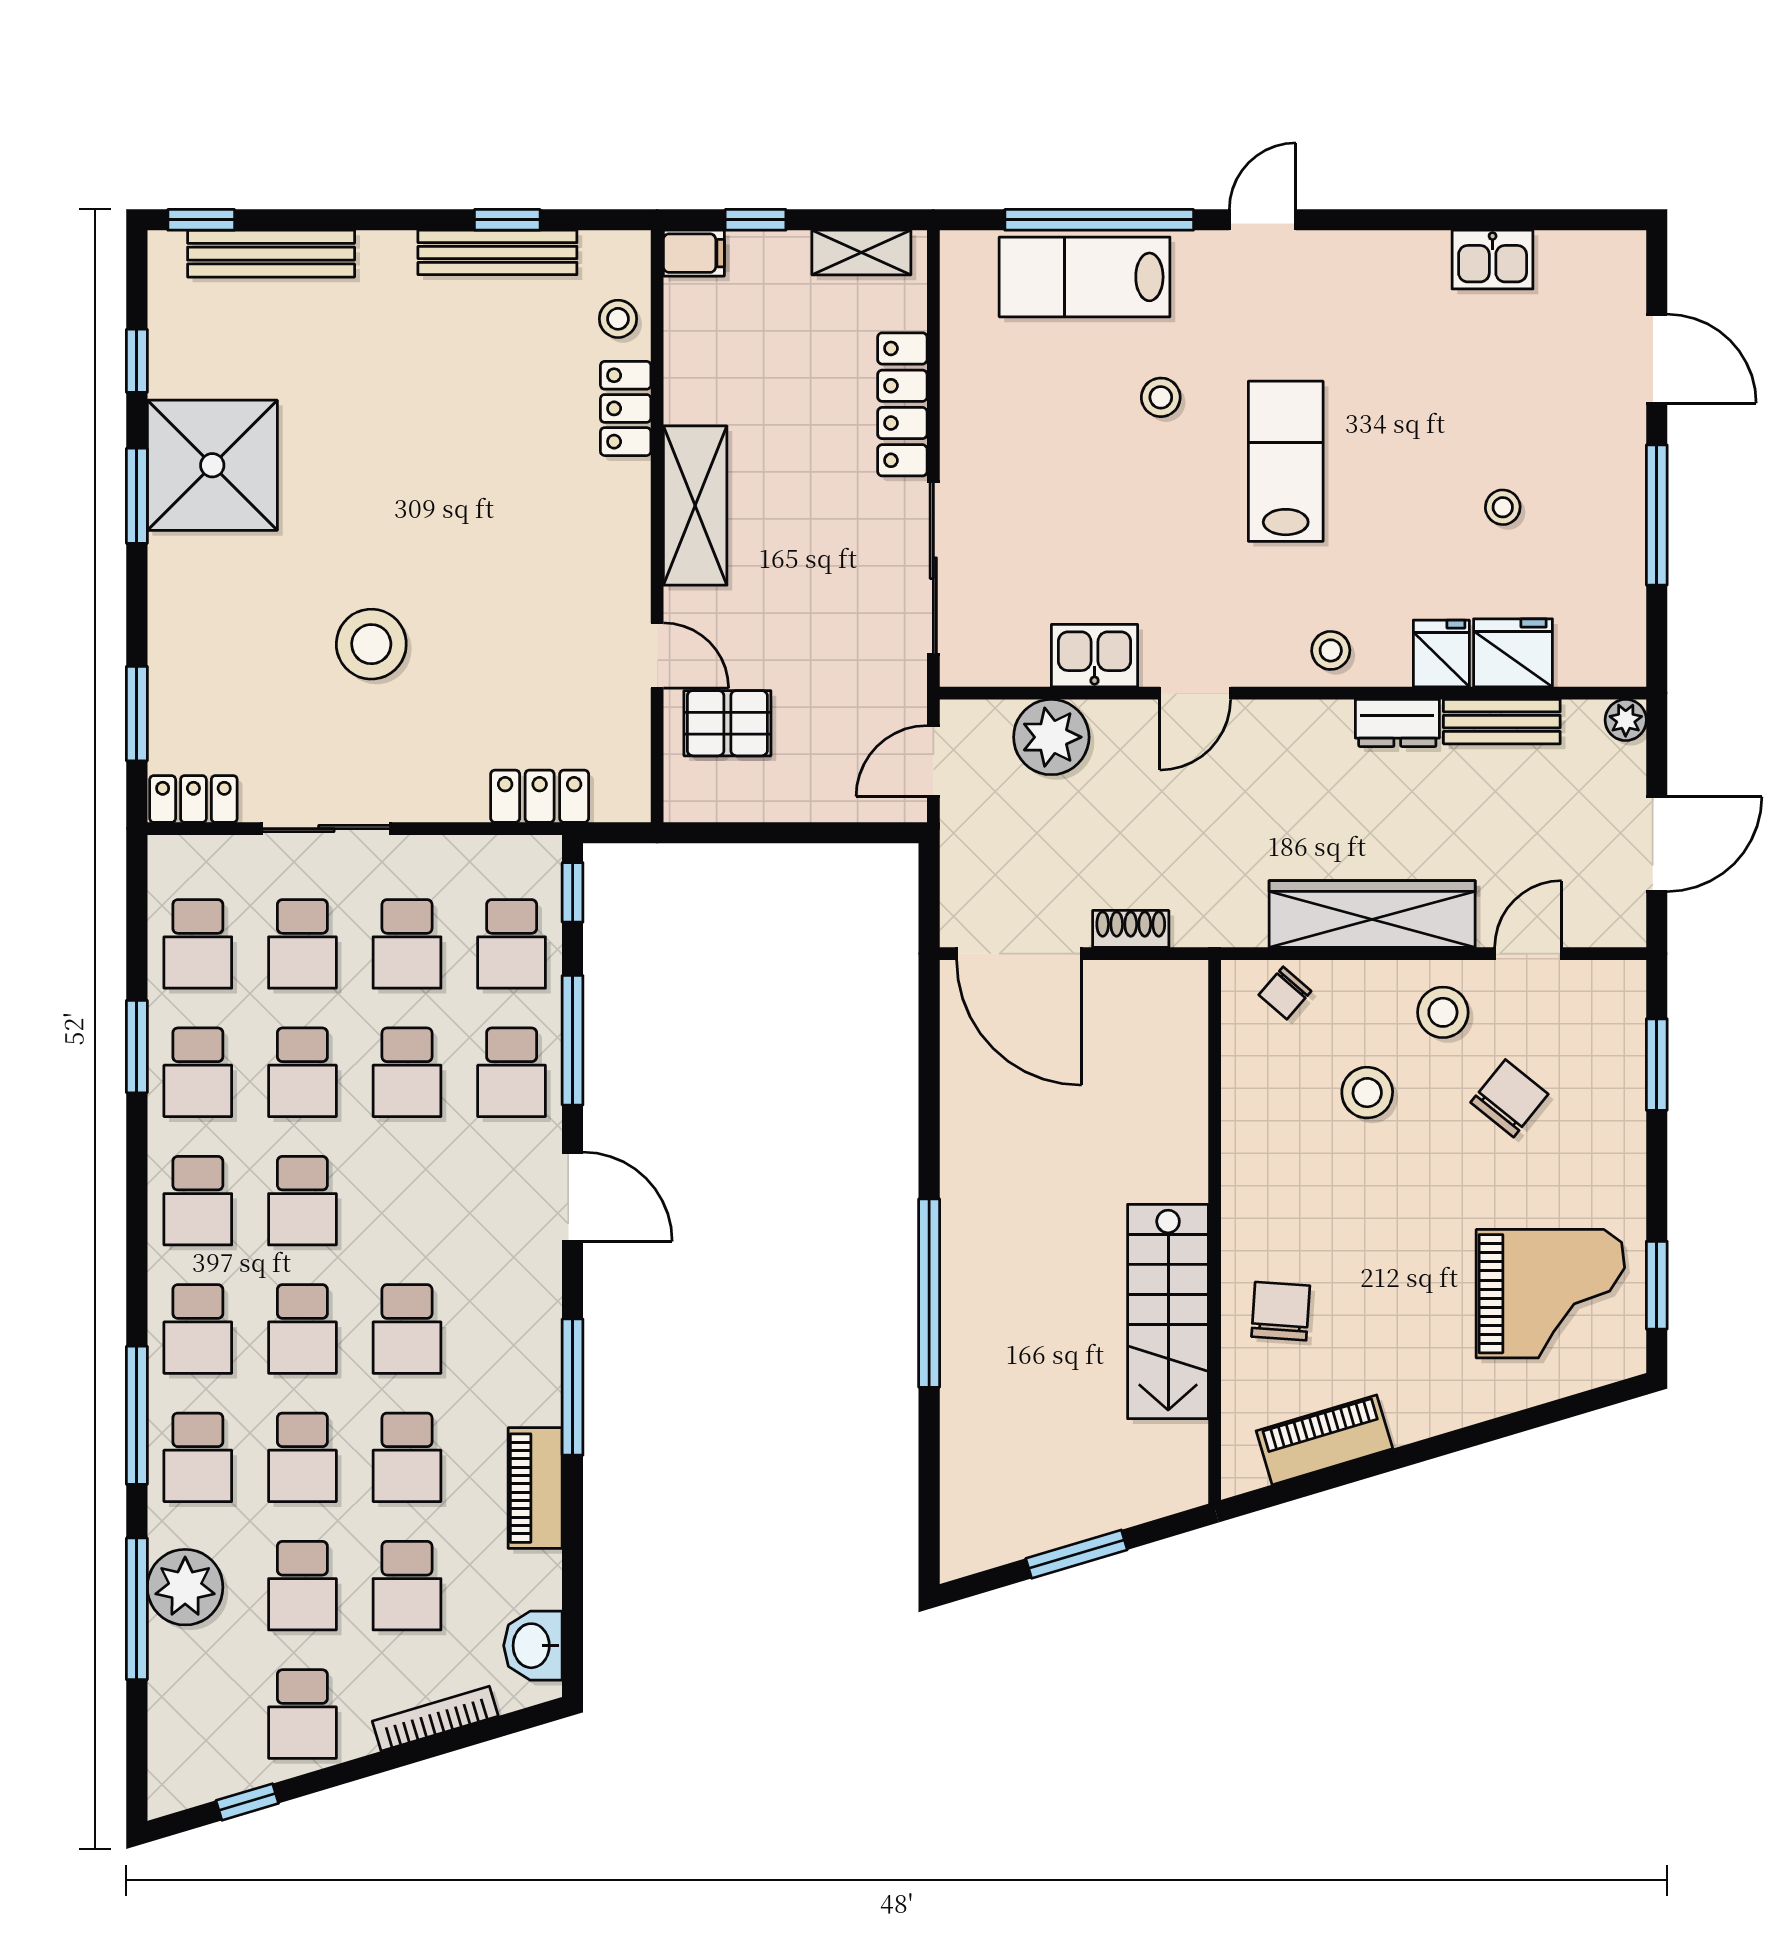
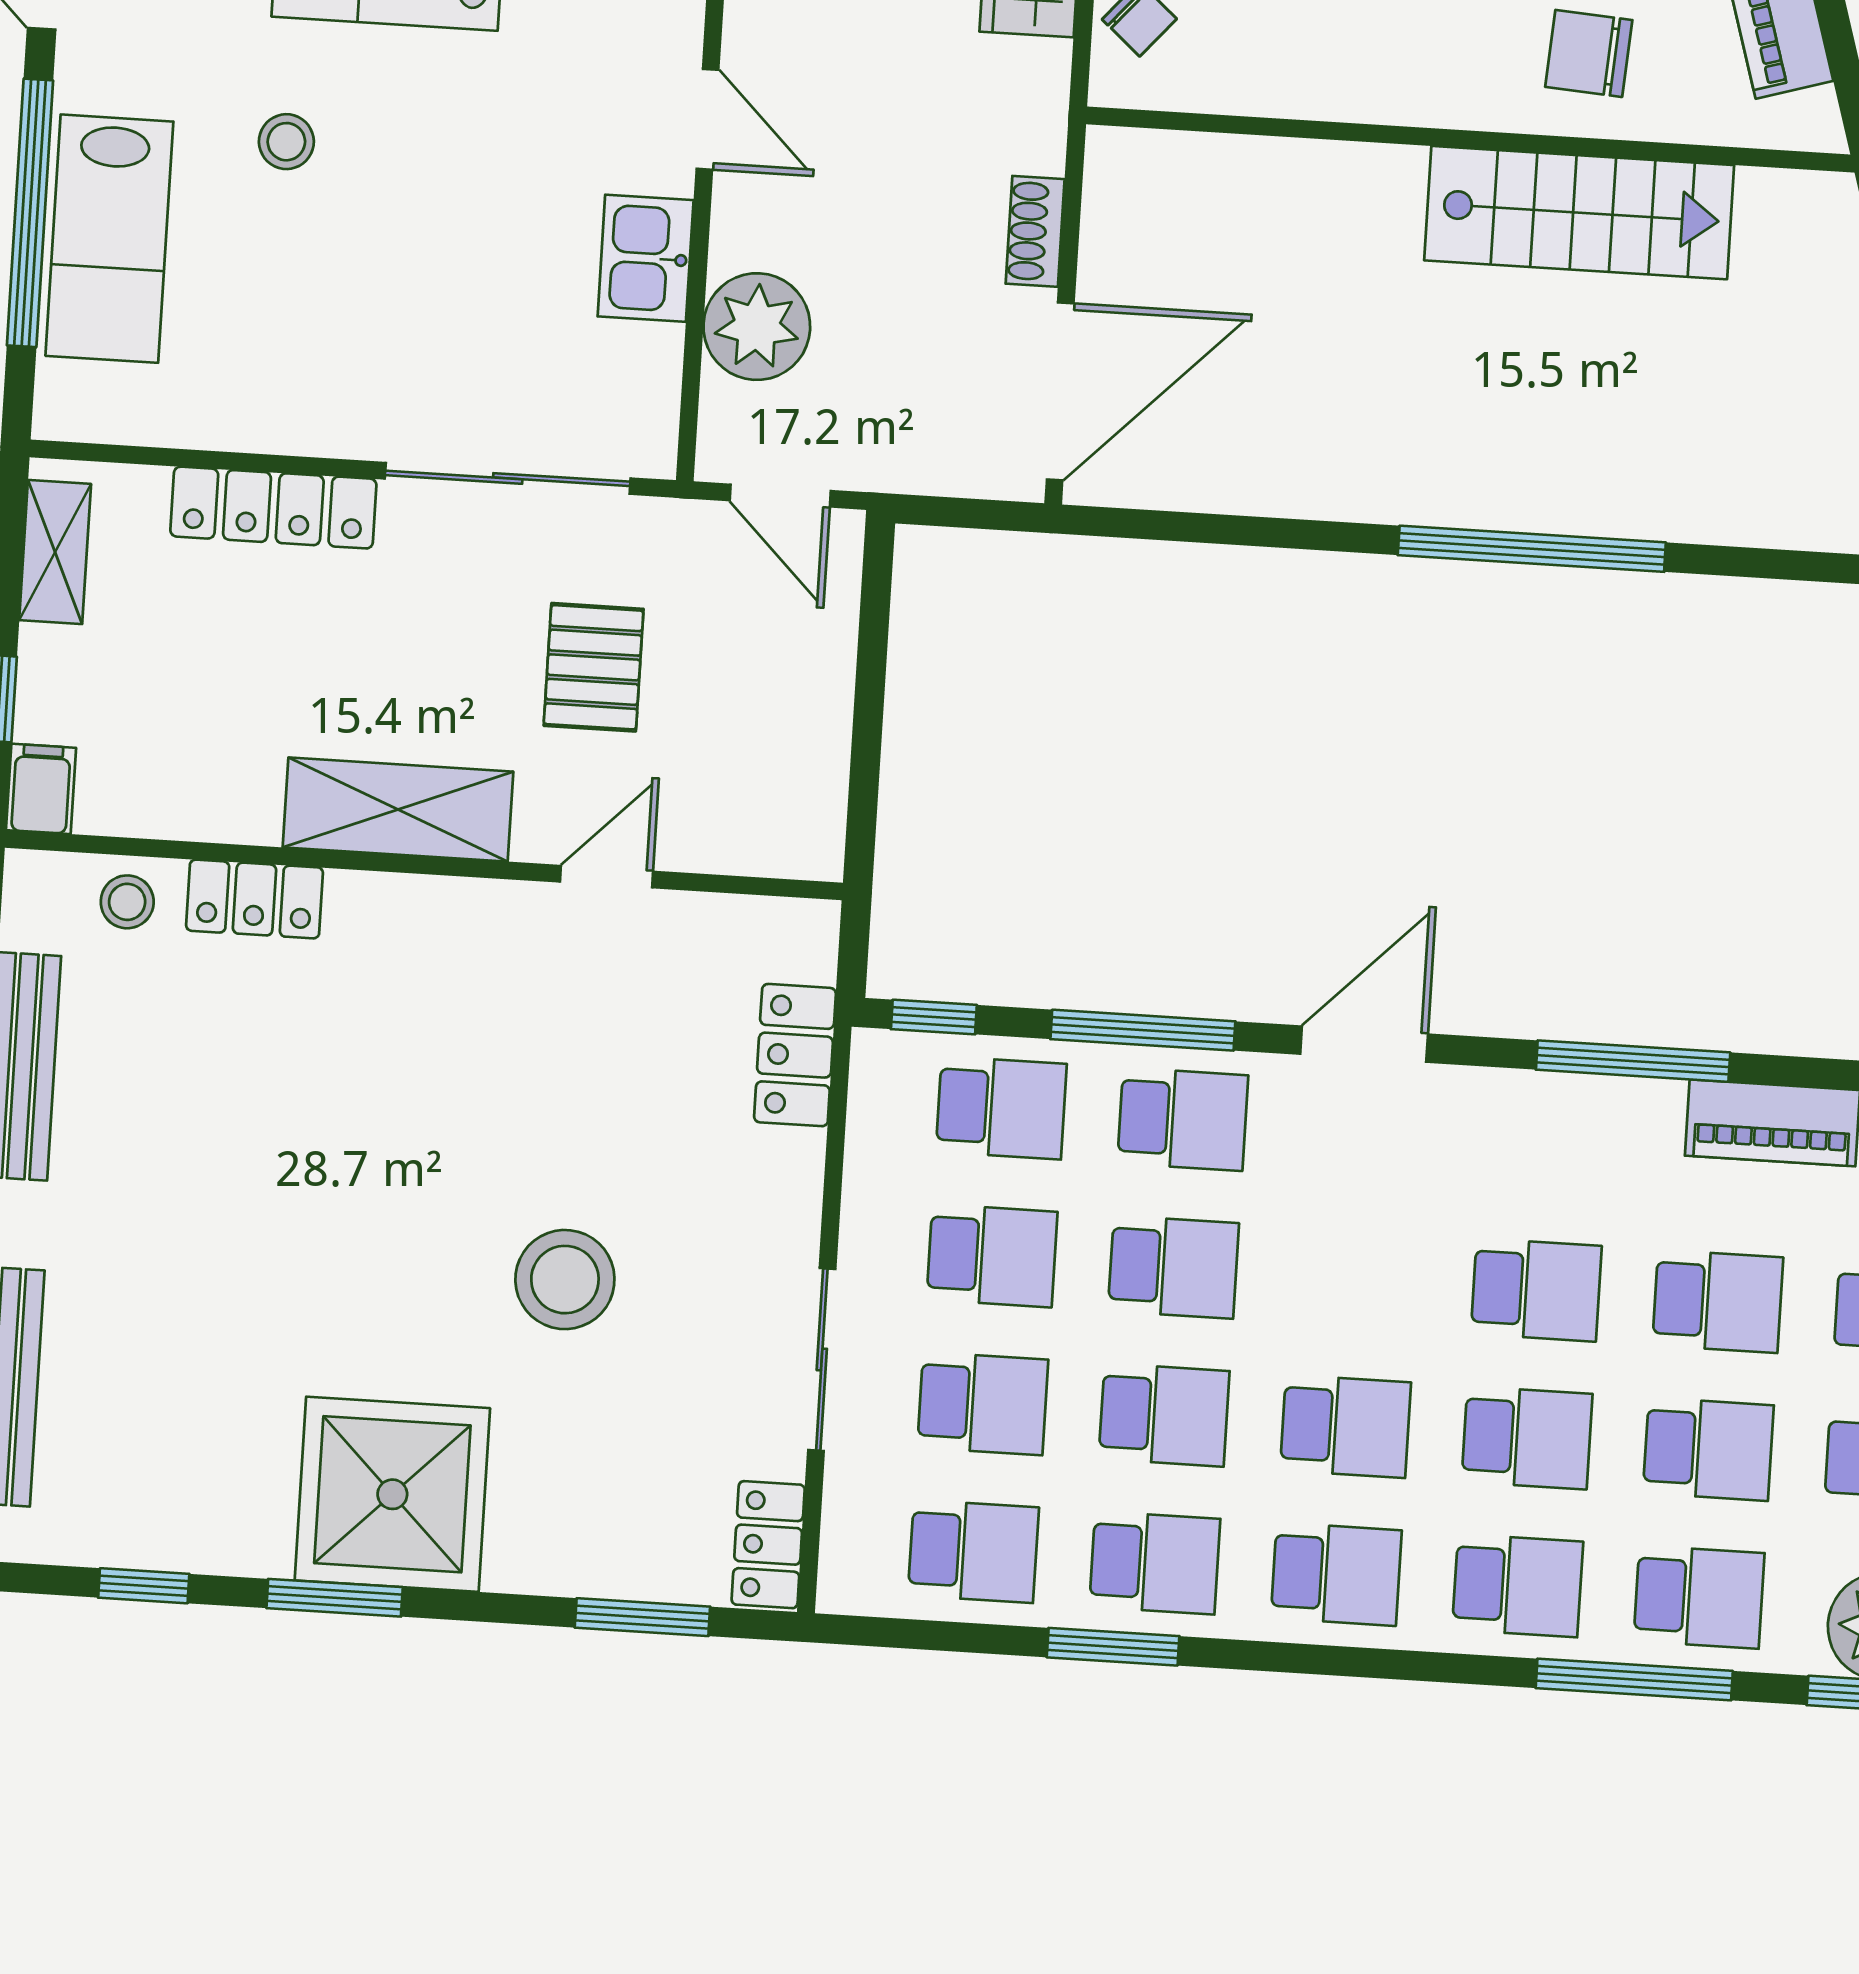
shower: (212, 465) -> (392, 1494), moved
pallet: (727, 723) -> (594, 667), moved

